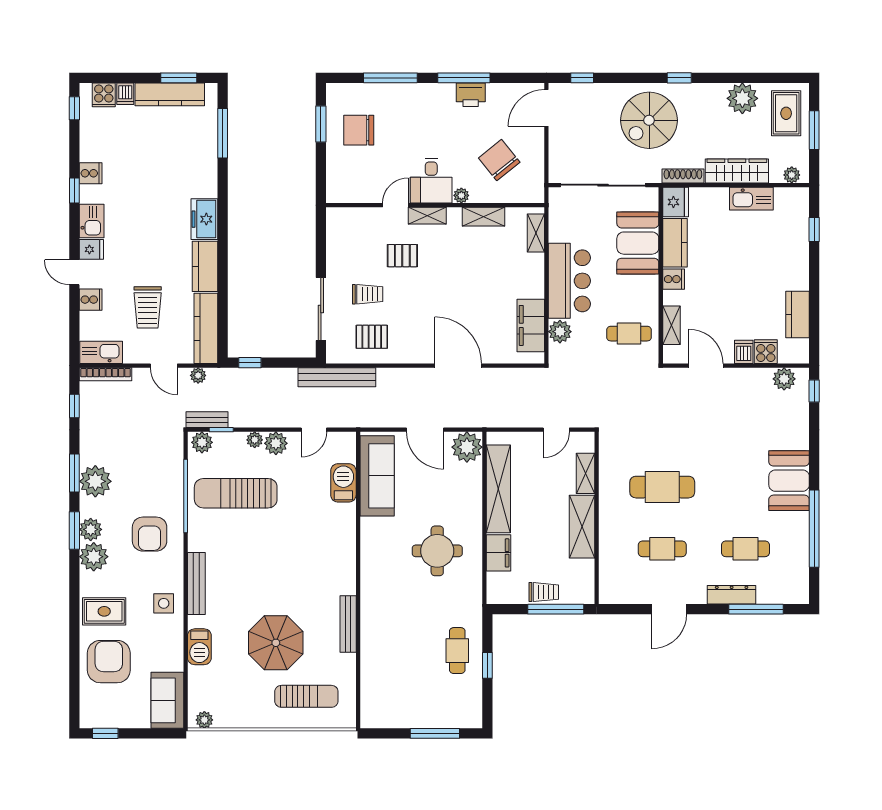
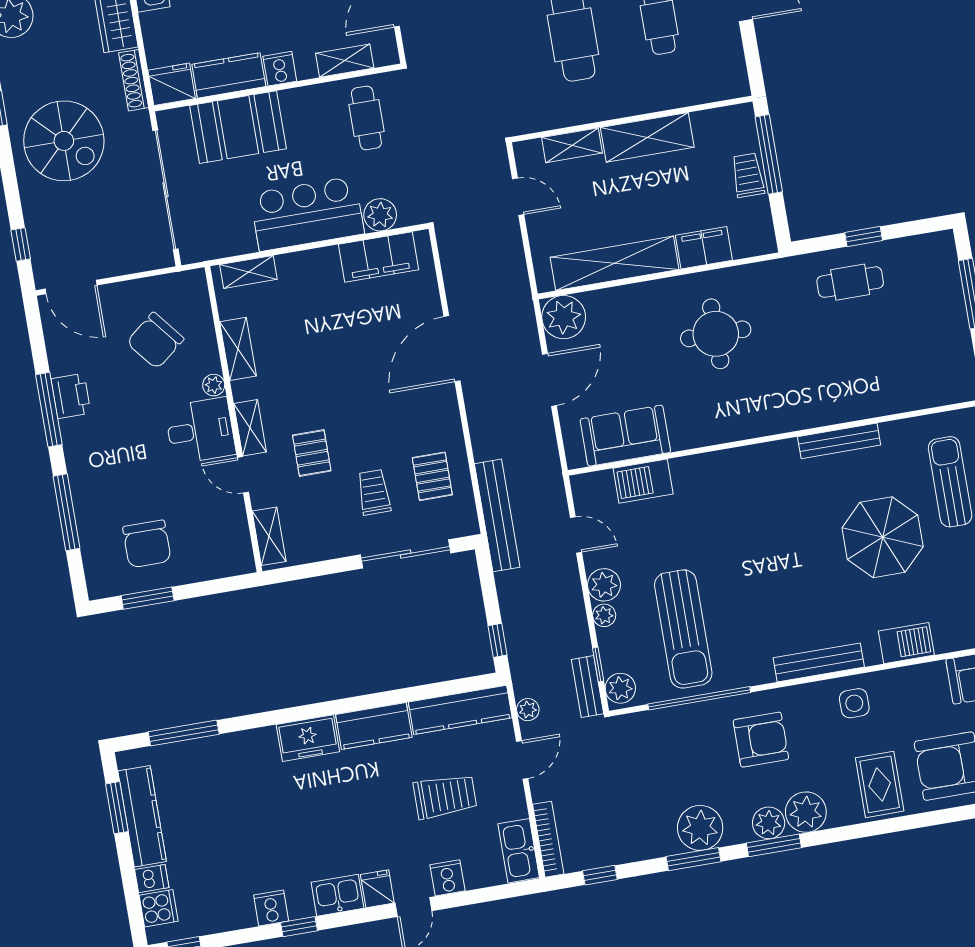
shelving: (350, 216) -> (269, 536), added
sofa: (377, 476) -> (625, 436), width x0.73

